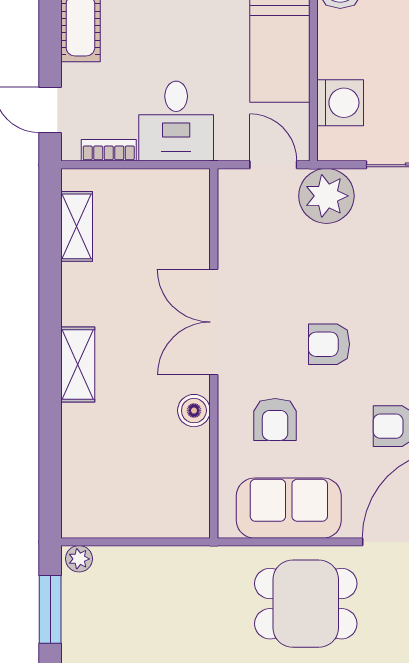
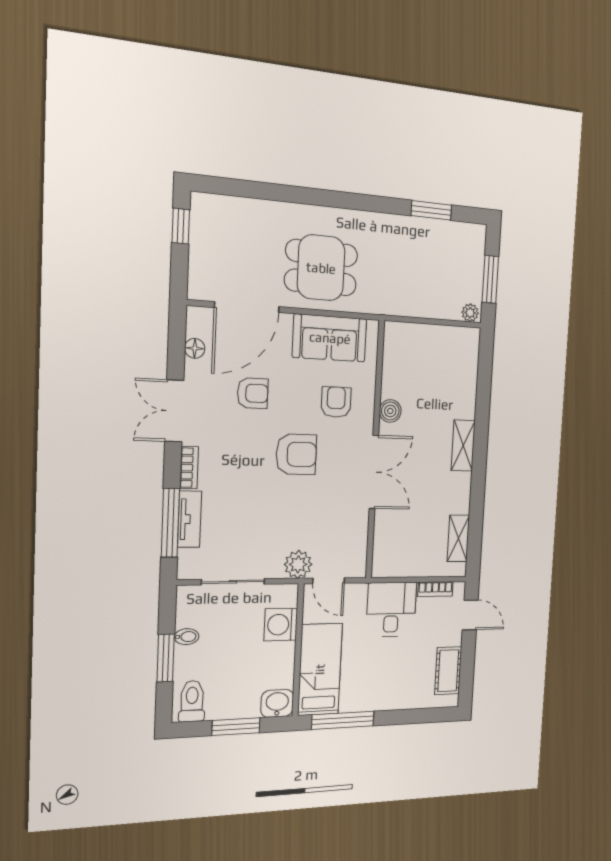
plant: (326, 196) -> (298, 564), width x0.73, depth x0.73
armchair: (329, 344) -> (296, 454), width x1.38, depth x1.38

